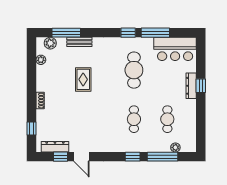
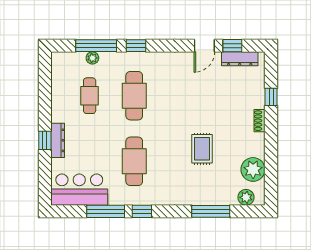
window: (66, 33) -> (211, 211), moved
bench: (79, 42) -> (207, 199), removed
plant: (41, 60) -> (253, 169), width x1.88, depth x1.88
cafe table: (134, 119) -> (134, 96), width x1.37, depth x1.35
window: (32, 129) -> (271, 97), moved
plant: (175, 147) -> (92, 58), moved
door: (81, 157) -> (204, 46), swing flipped

